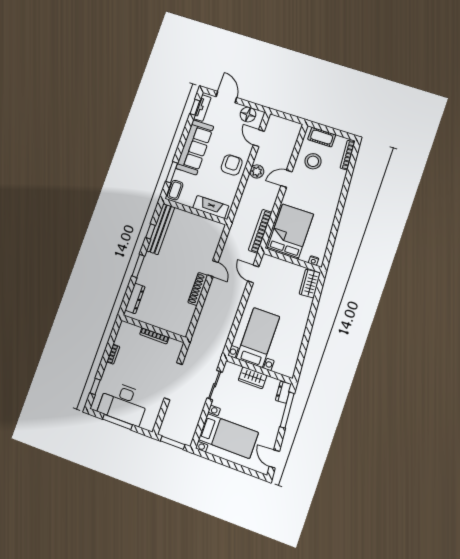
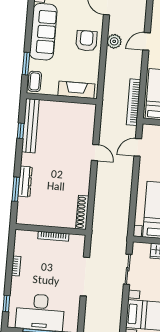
window: (138, 266) -> (16, 189), moved
door: (253, 274) -> (138, 147), hinge flipped
shoe rack: (198, 289) -> (82, 212), moved
dresser: (135, 298) -> (25, 182), moved

